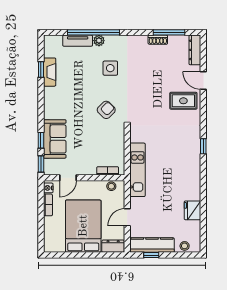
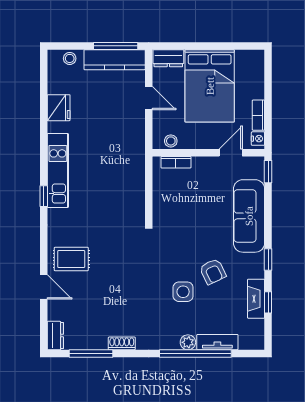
shoe rack: (158, 40) -> (122, 343), moved
dresser: (195, 50) -> (55, 336), width x0.70
side table: (110, 68) -> (183, 292), moved
armchair: (106, 110) -> (213, 272), moved, turned -71
sofa: (55, 139) -> (249, 216), width x1.36
window: (41, 140) -> (268, 260), moved
kitchen unit: (138, 170) -> (58, 171), moved, turned 180
door: (127, 217) -> (149, 98), hinge flipped
window: (151, 255) -> (116, 46), width x2.17

